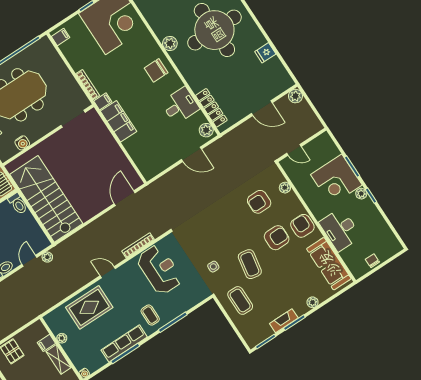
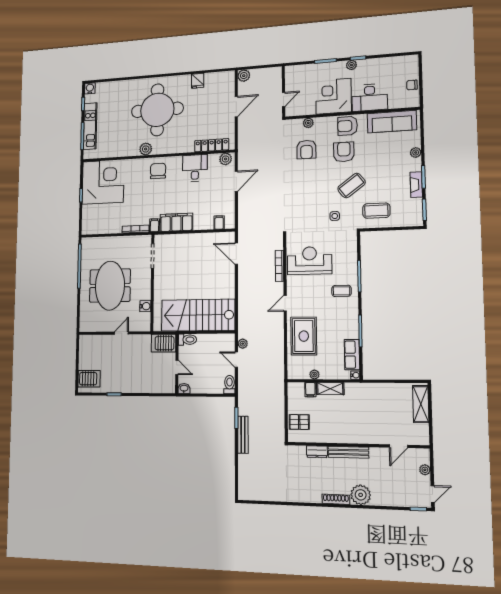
filing cabinet: (61, 37) -> (219, 222), moved
chair: (156, 70) -> (158, 171), turned 180
corner desk: (336, 180) -> (333, 96), moved, turned 180
coffee table: (250, 264) -> (351, 186), turned -47
row of seats: (124, 343) -> (352, 355), moved, width x0.68

